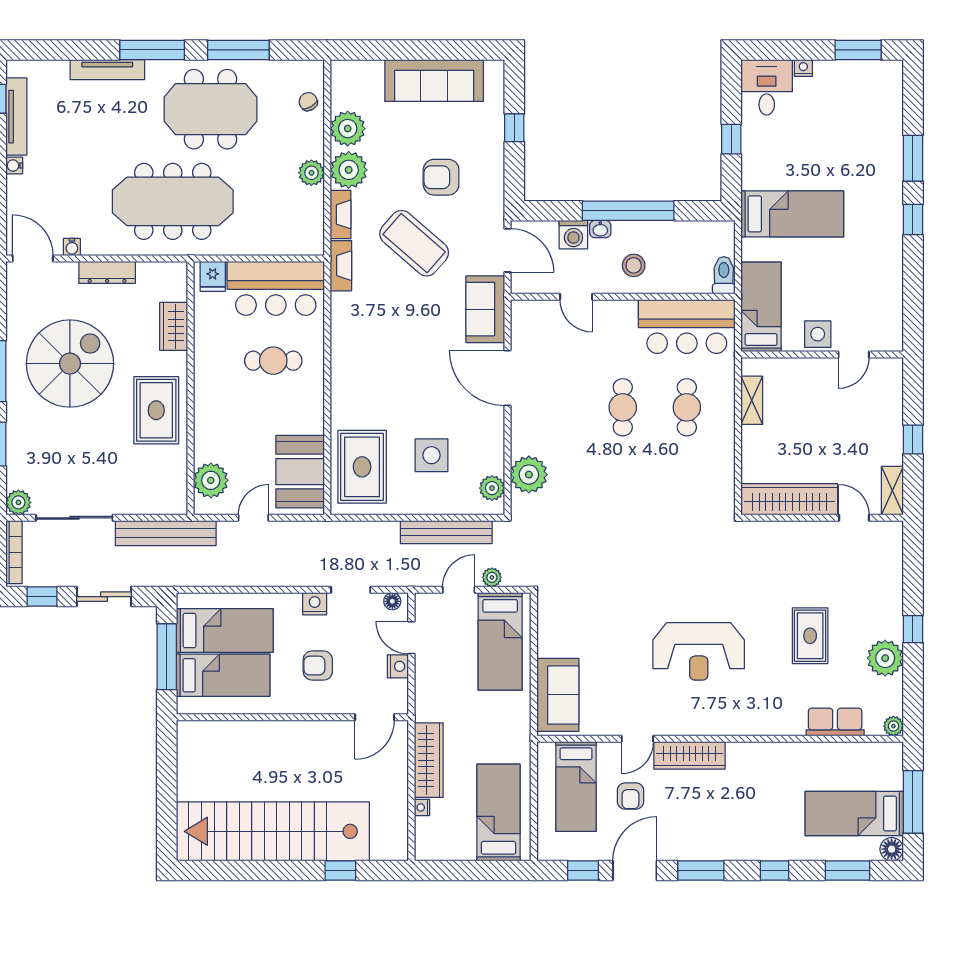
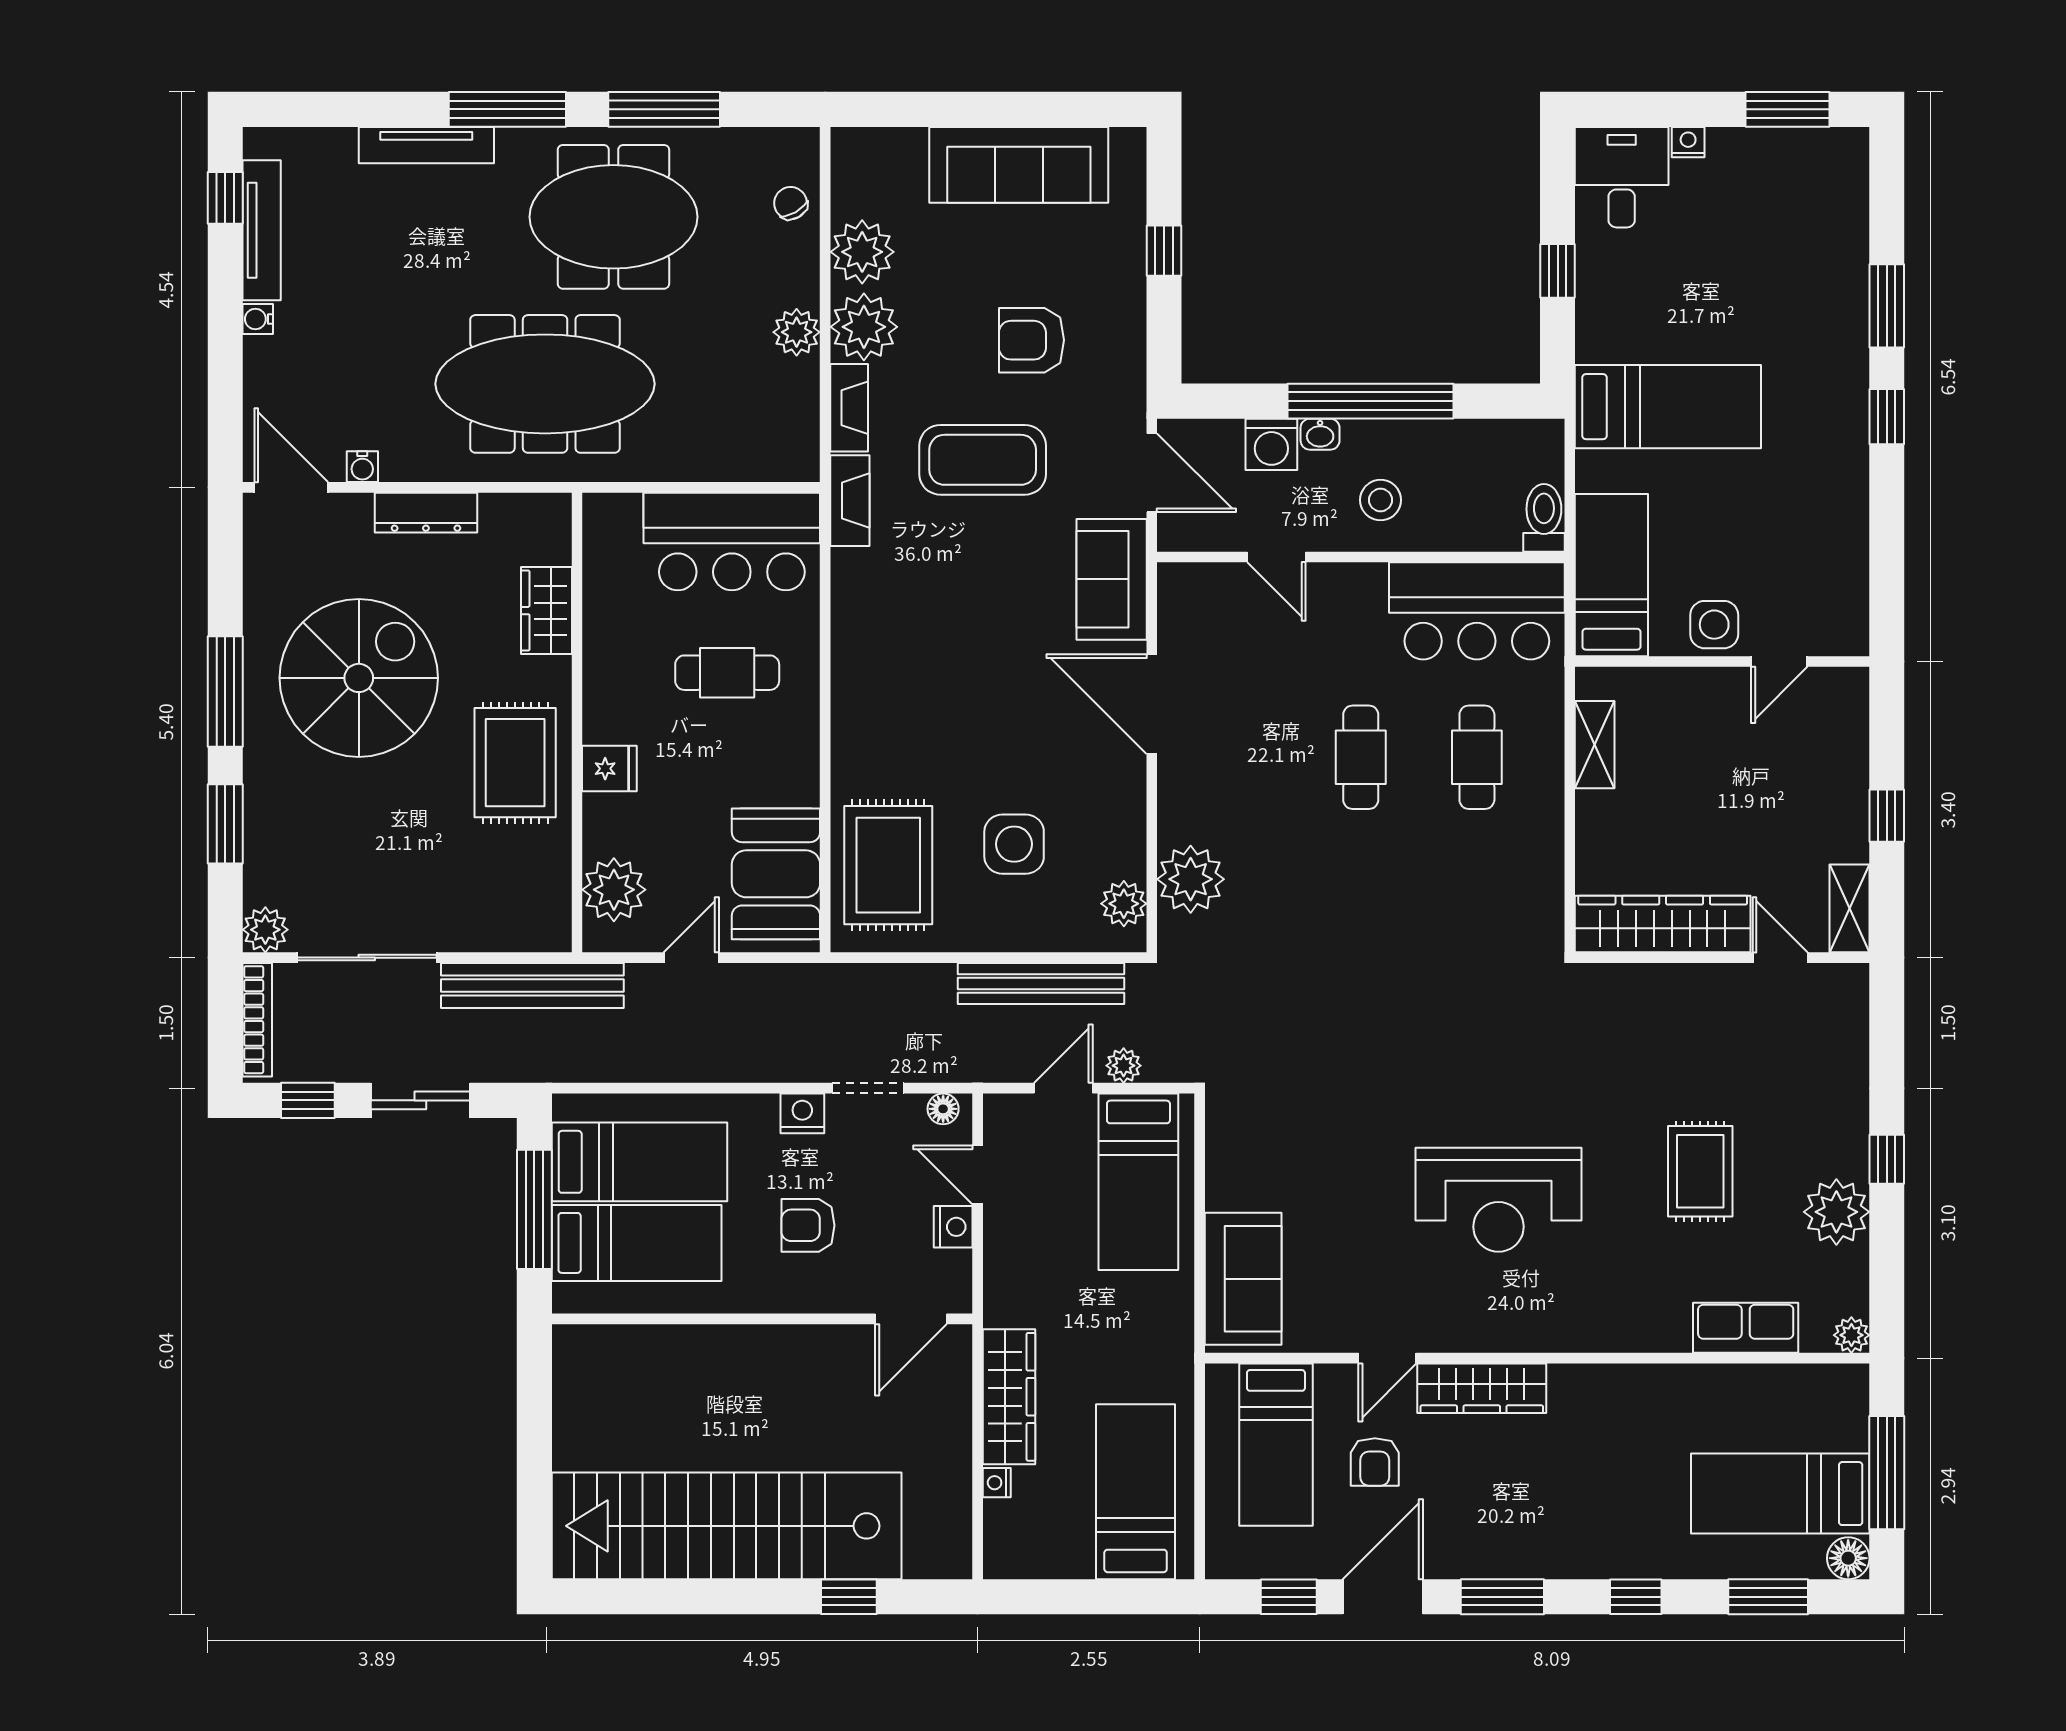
coffee table: (414, 243) -> (983, 460), turned -41
fridge: (213, 276) -> (609, 769), moved, turned -90

